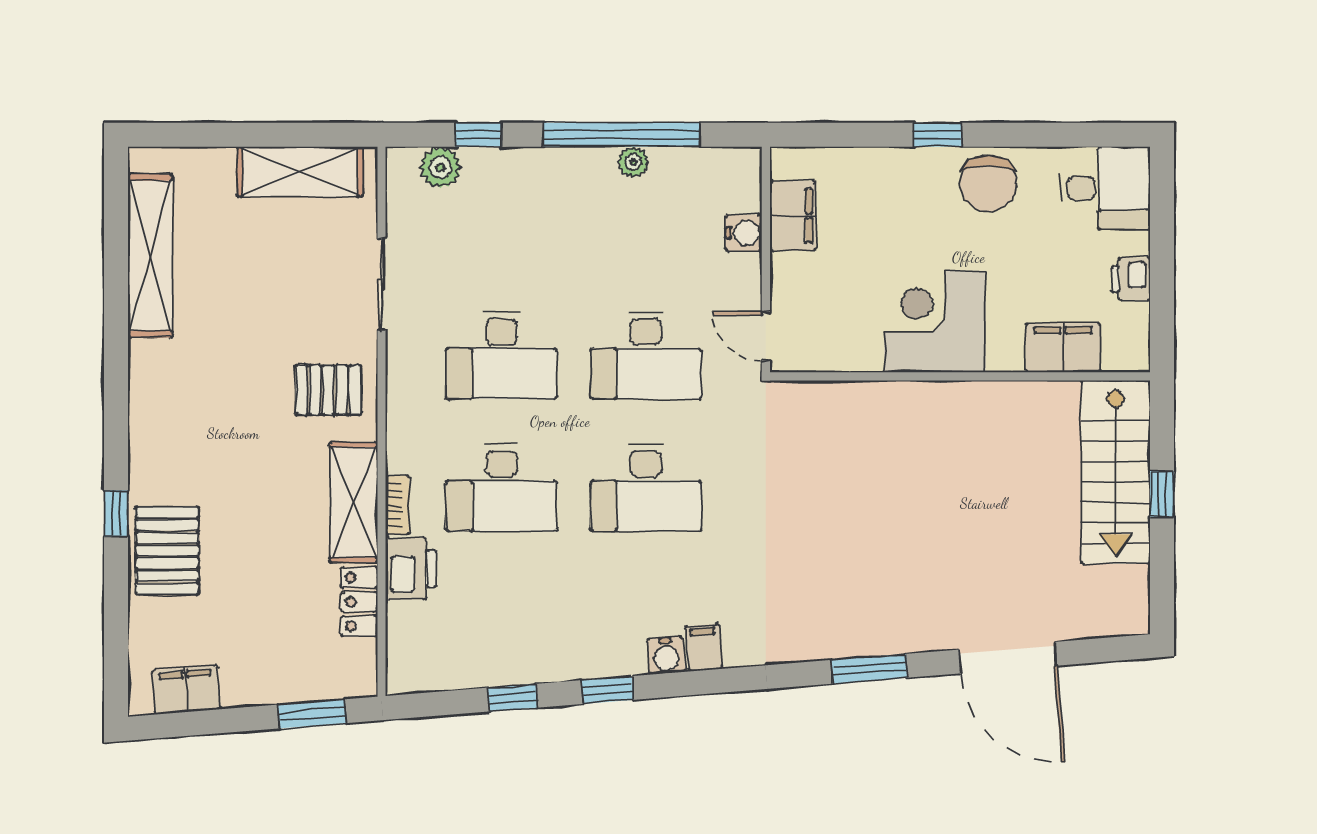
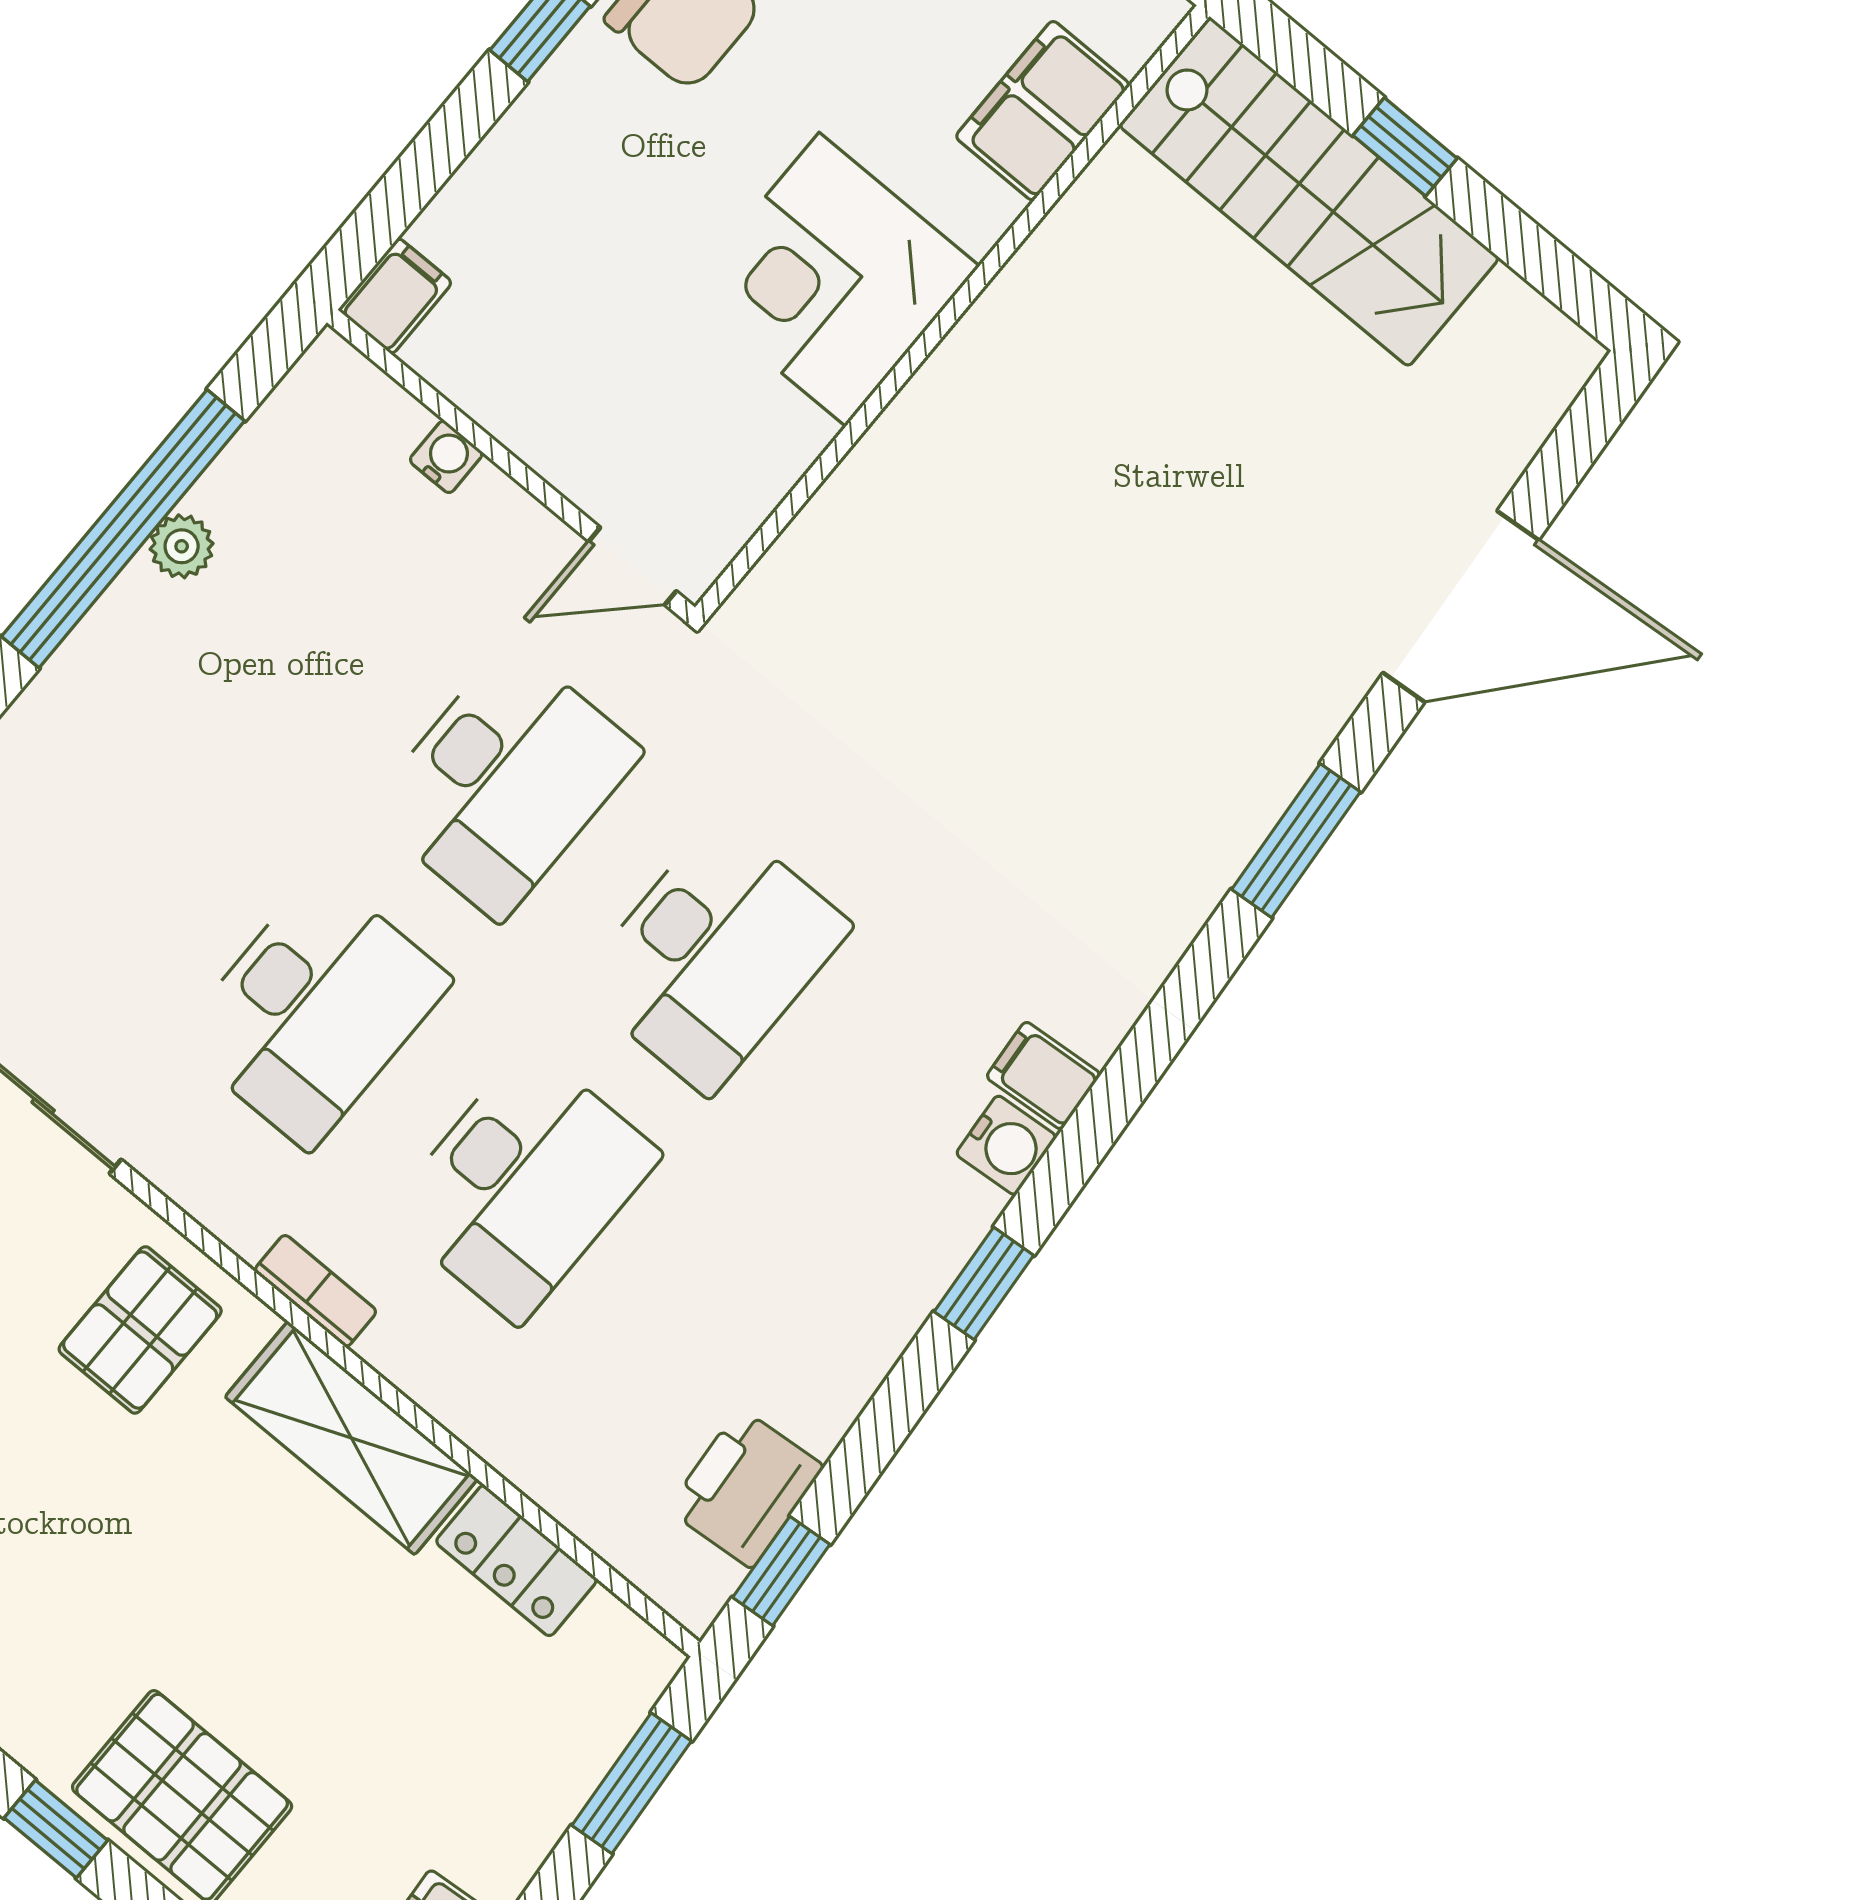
filing cabinet: (793, 216) -> (395, 296), moved, width x0.50
water cooler: (744, 233) -> (446, 457), width x0.72, depth x0.72
bookcase: (397, 505) -> (316, 1291), moved
printer: (411, 569) -> (745, 1488), moved, turned -95
window: (513, 698) -> (781, 1571), moved

